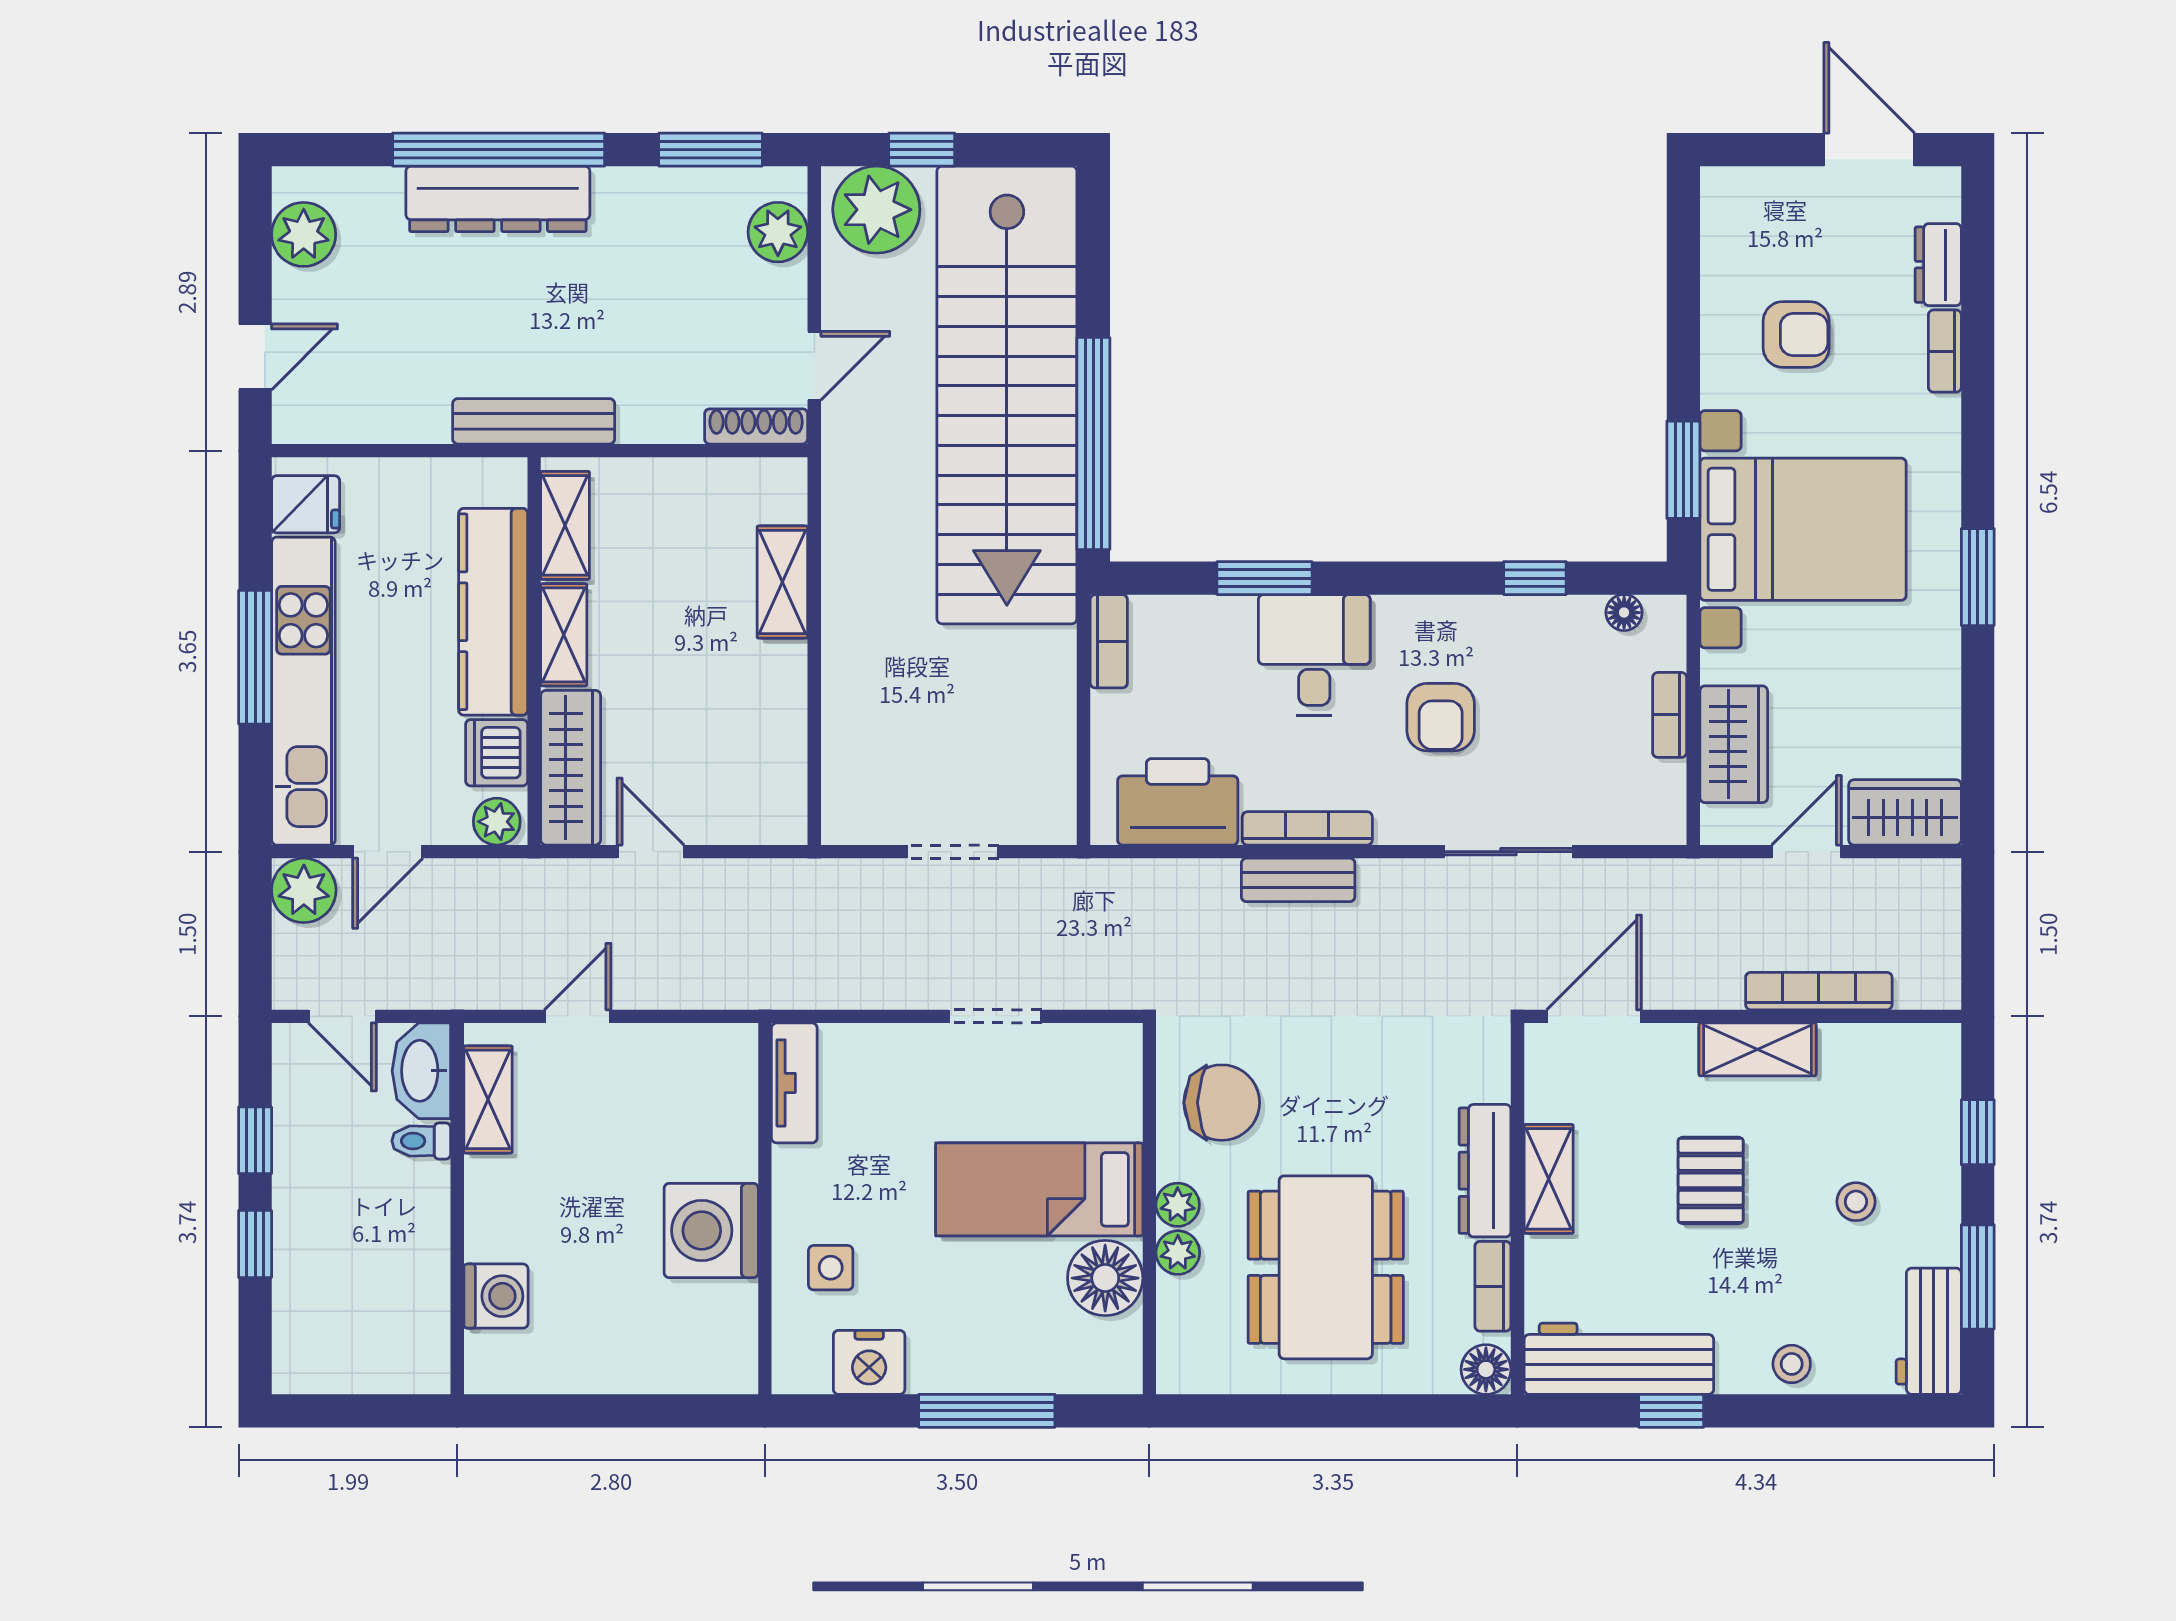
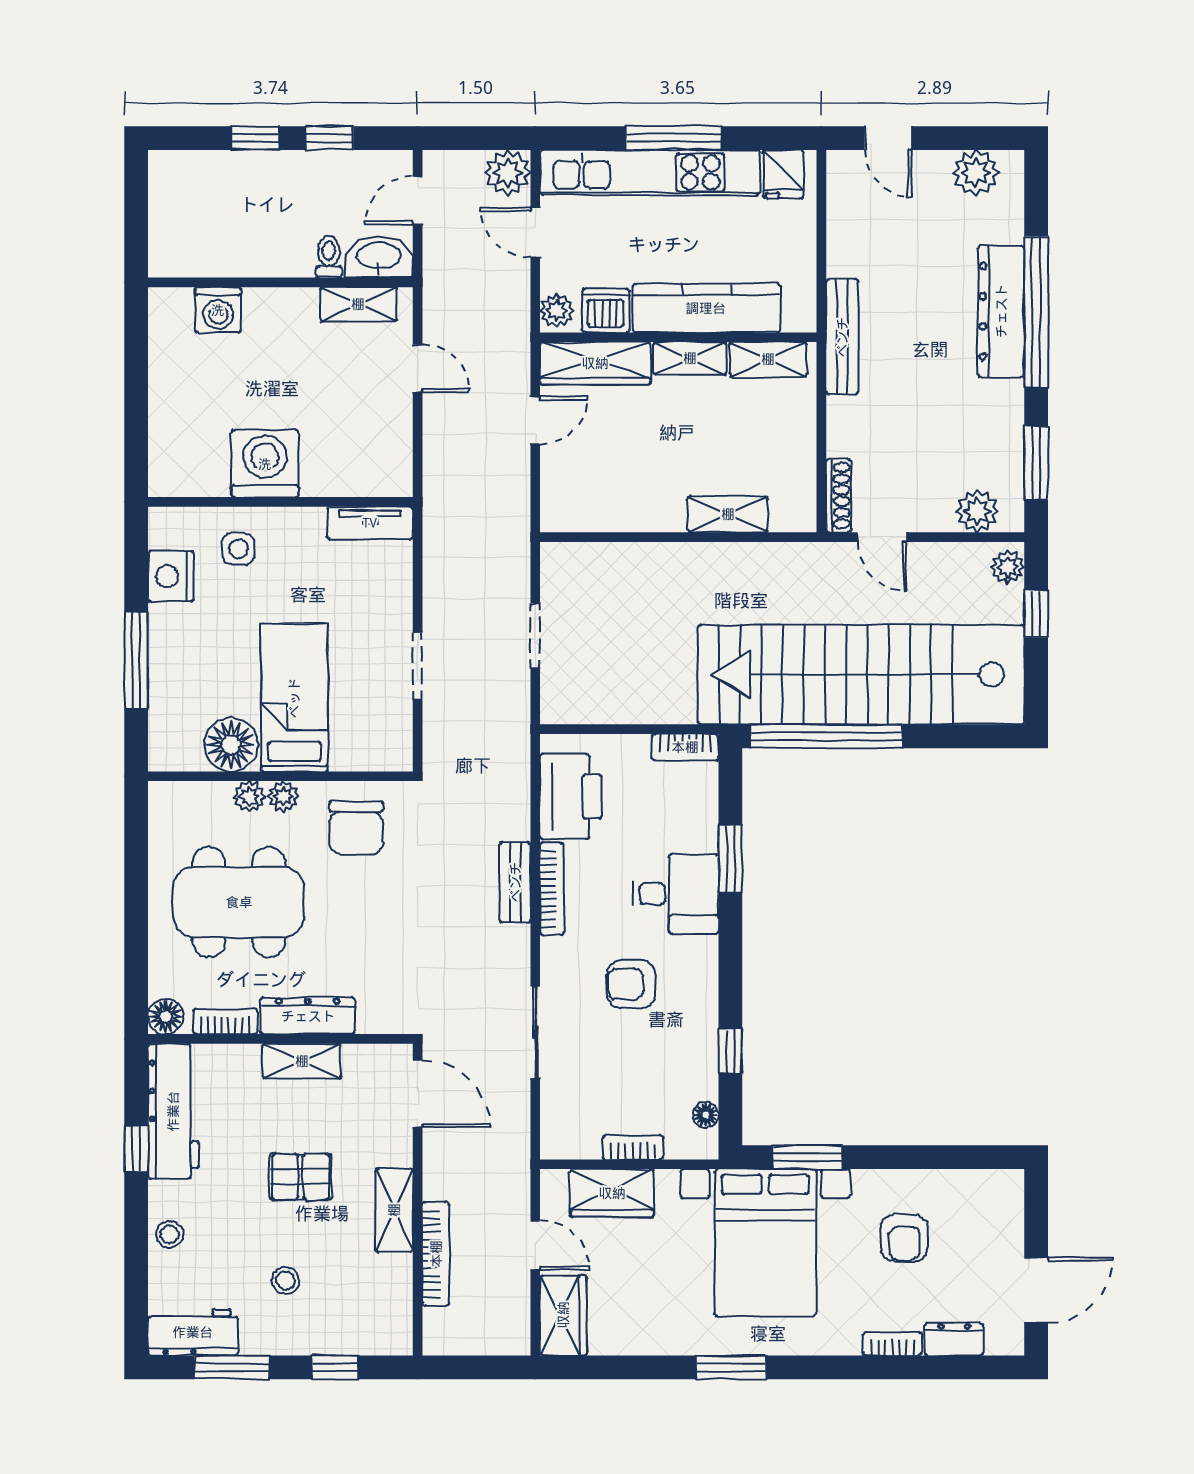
plant: (876, 210) -> (1008, 567), width x0.53, depth x0.53

